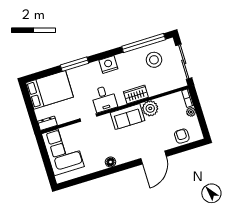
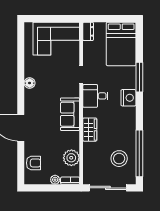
nightstand: (108, 64) -> (129, 98), moved
plant: (150, 108) -> (71, 158), moved

